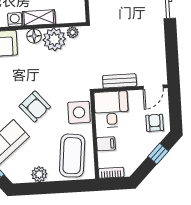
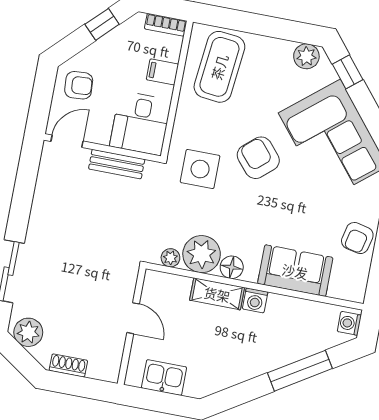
side table: (79, 112) -> (200, 169), moved
armchair: (155, 123) -> (79, 85), turned -94
window: (158, 154) -> (102, 24), moved
plant: (39, 174) -> (306, 56), moved

